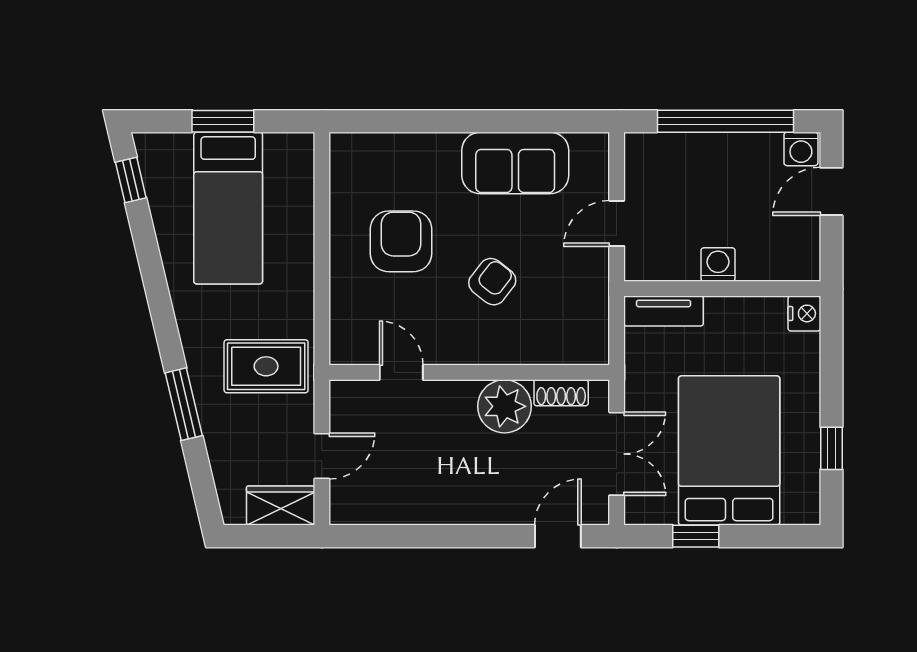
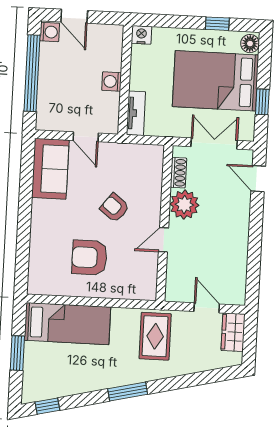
sofa: (515, 163) -> (50, 169), moved
bed: (228, 208) -> (67, 324), moved
door: (401, 372) -> (164, 240), moved
window: (184, 404) -> (128, 392), moved
floor lamp: (799, 509) -> (250, 44), added

